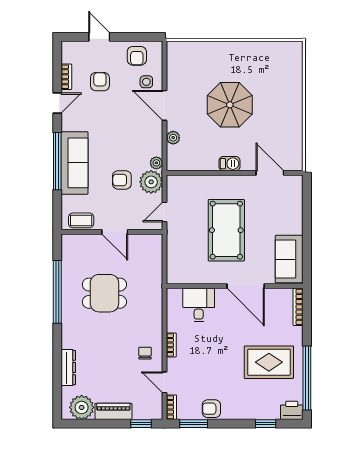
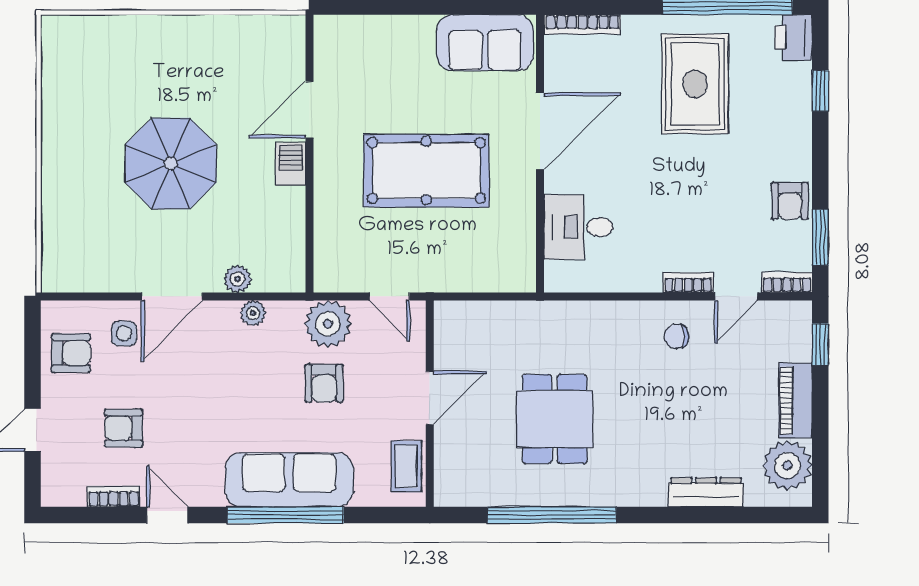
plant: (156, 163) -> (253, 313), moved
door: (270, 173) -> (310, 110), moved
bookcase: (171, 345) -> (688, 283), moved

